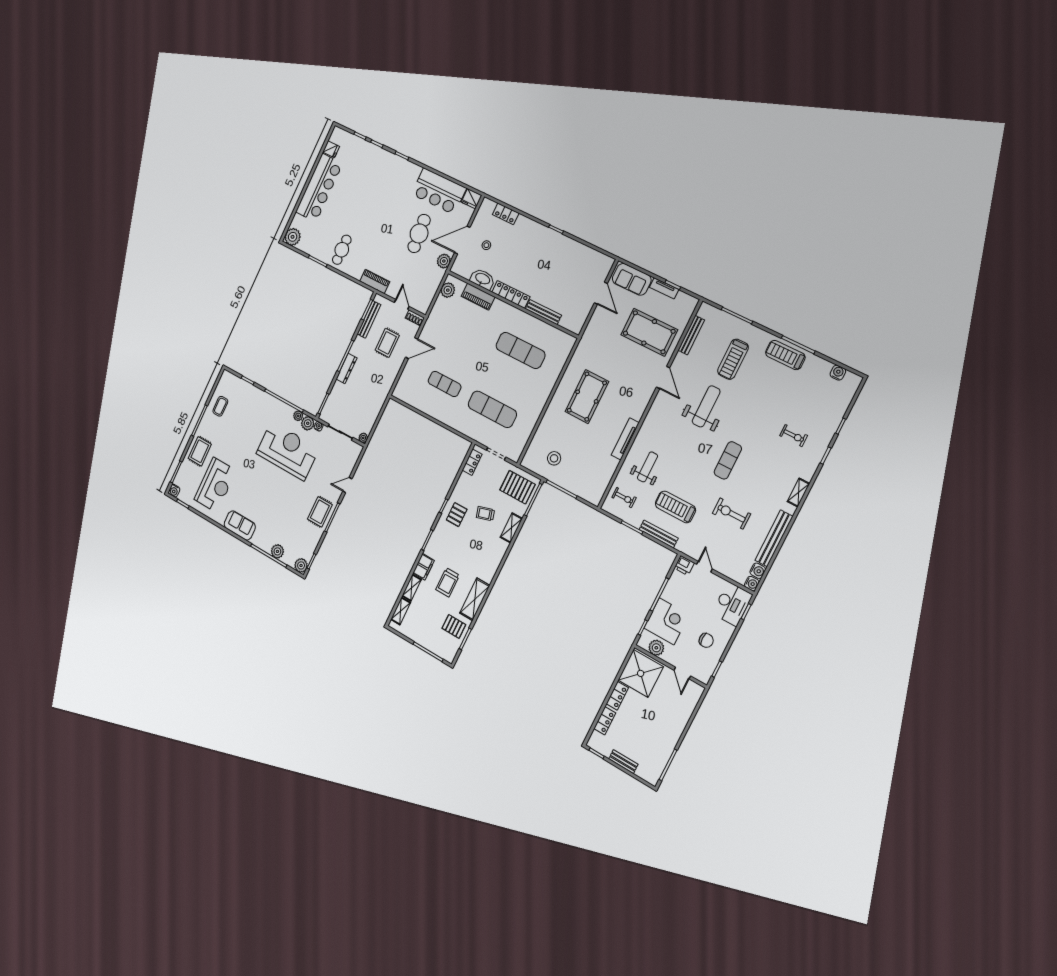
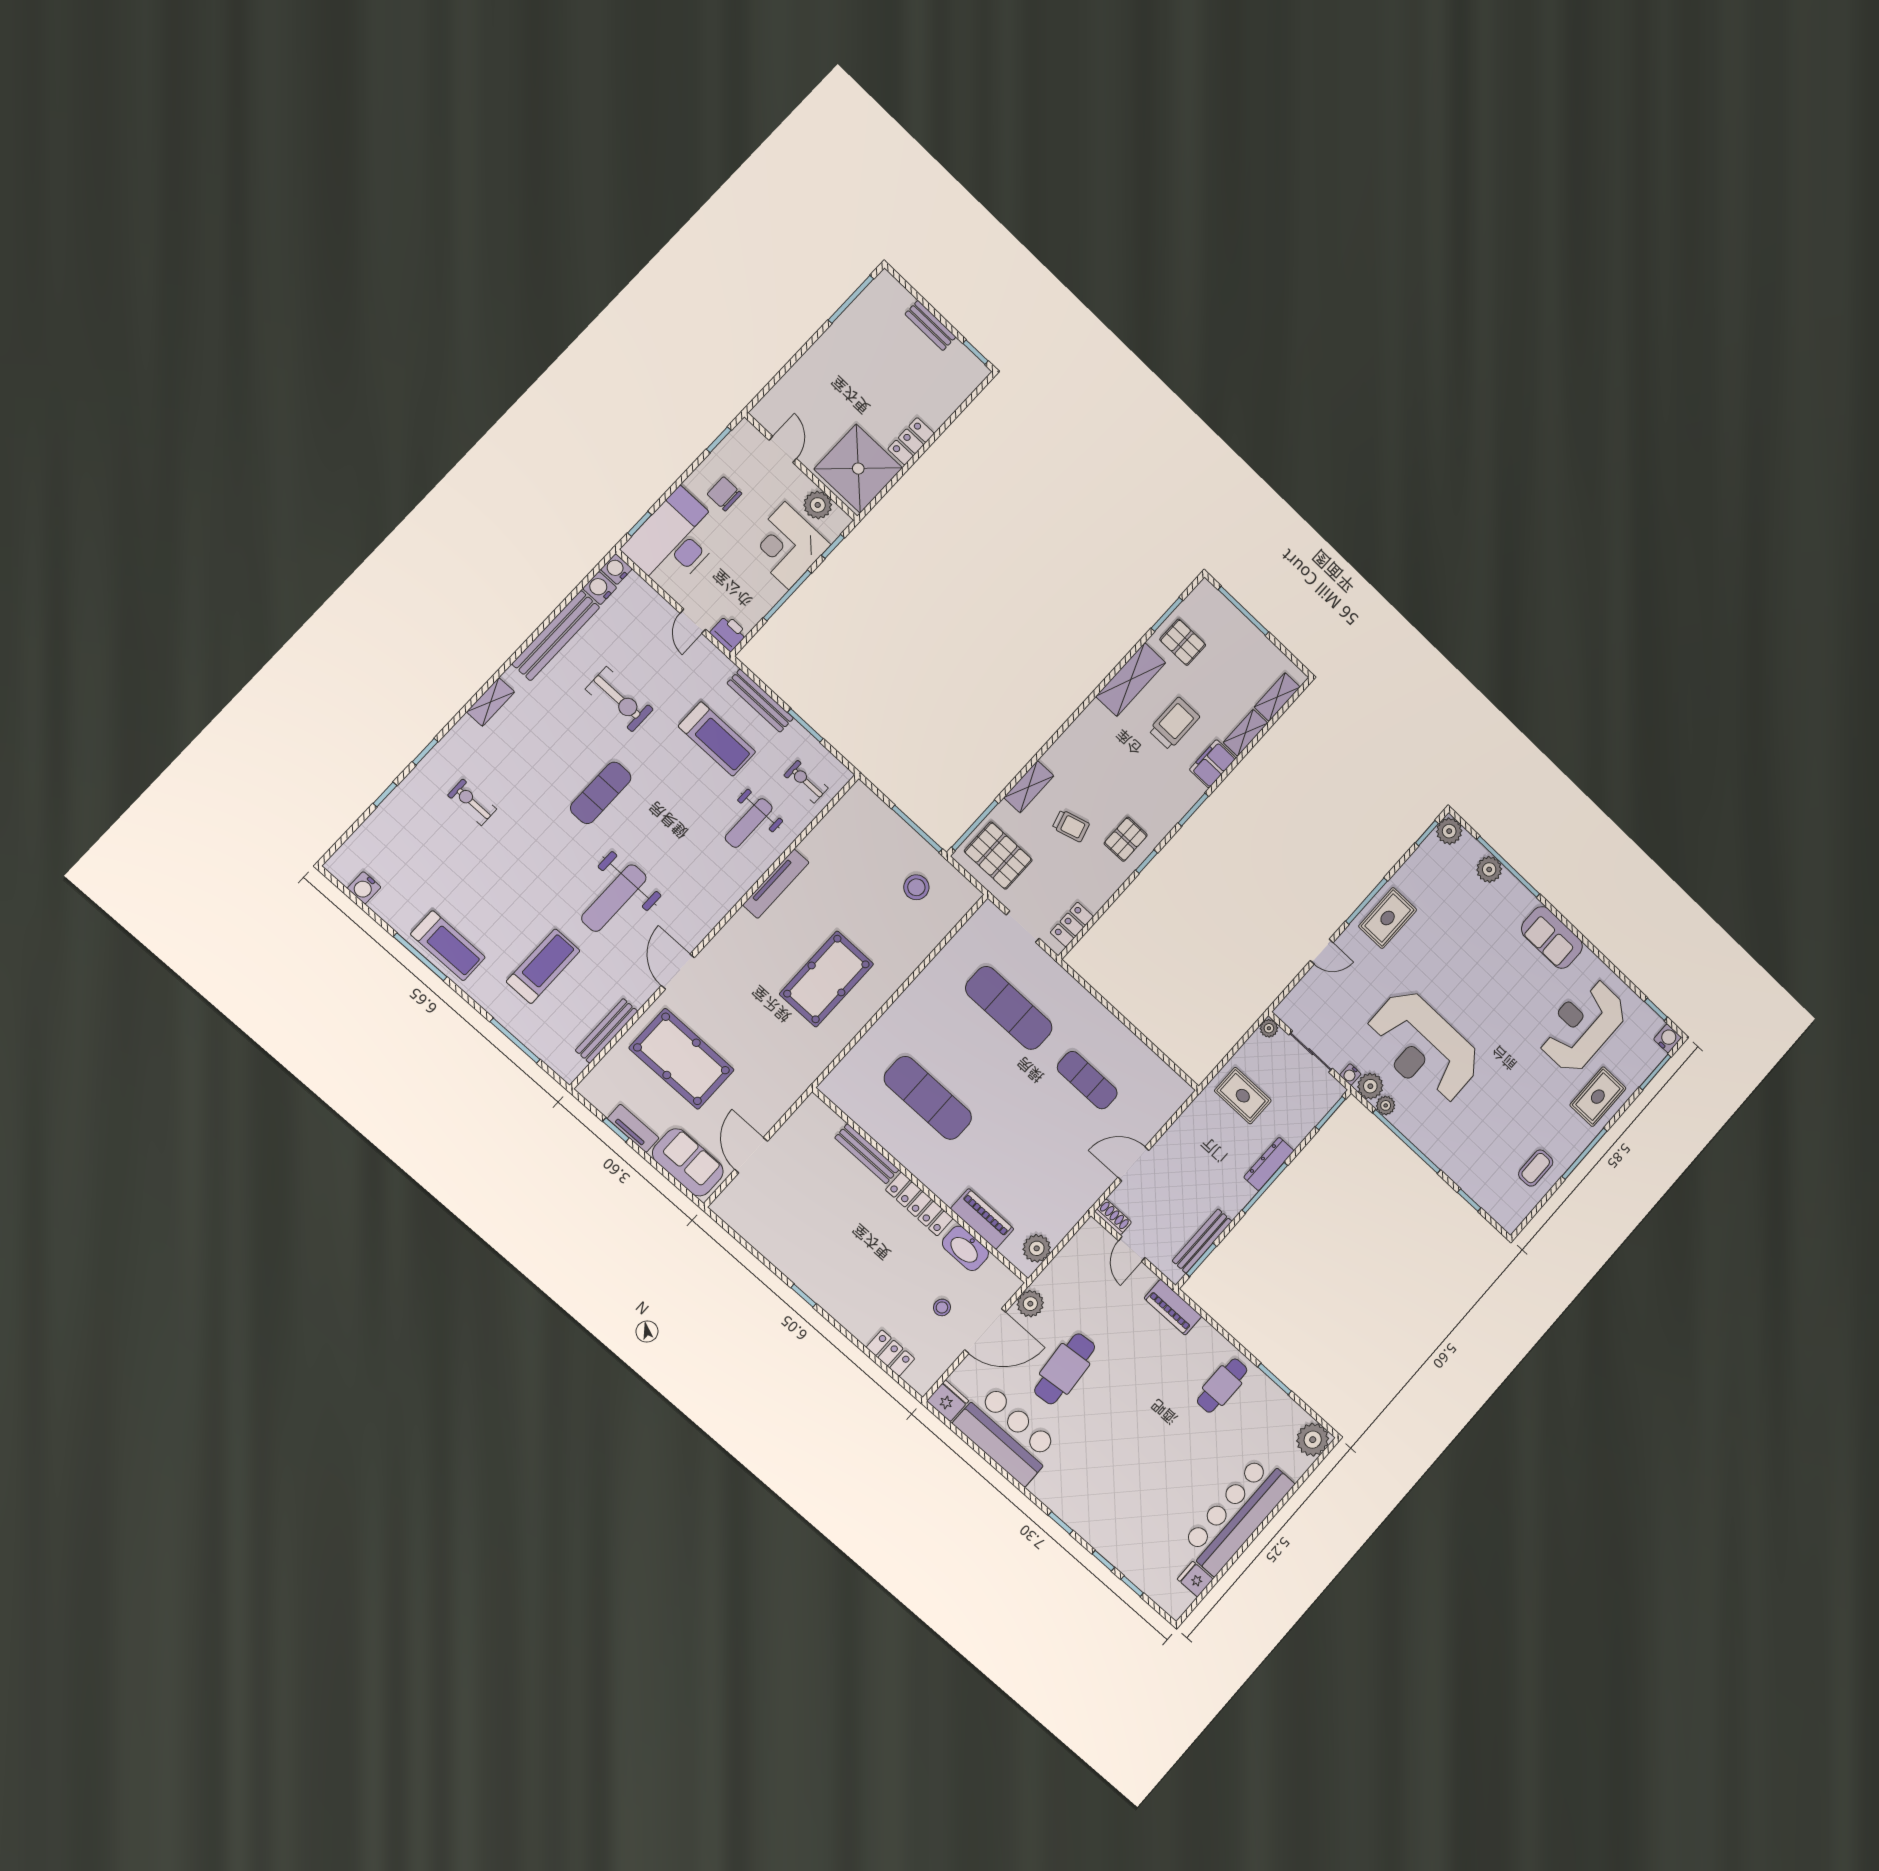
rug: (387, 343) -> (1243, 1096), moved, turned 90
desk: (732, 604) -> (675, 540), width x1.36, depth x1.30
locker: (605, 721) -> (946, 404), removed

